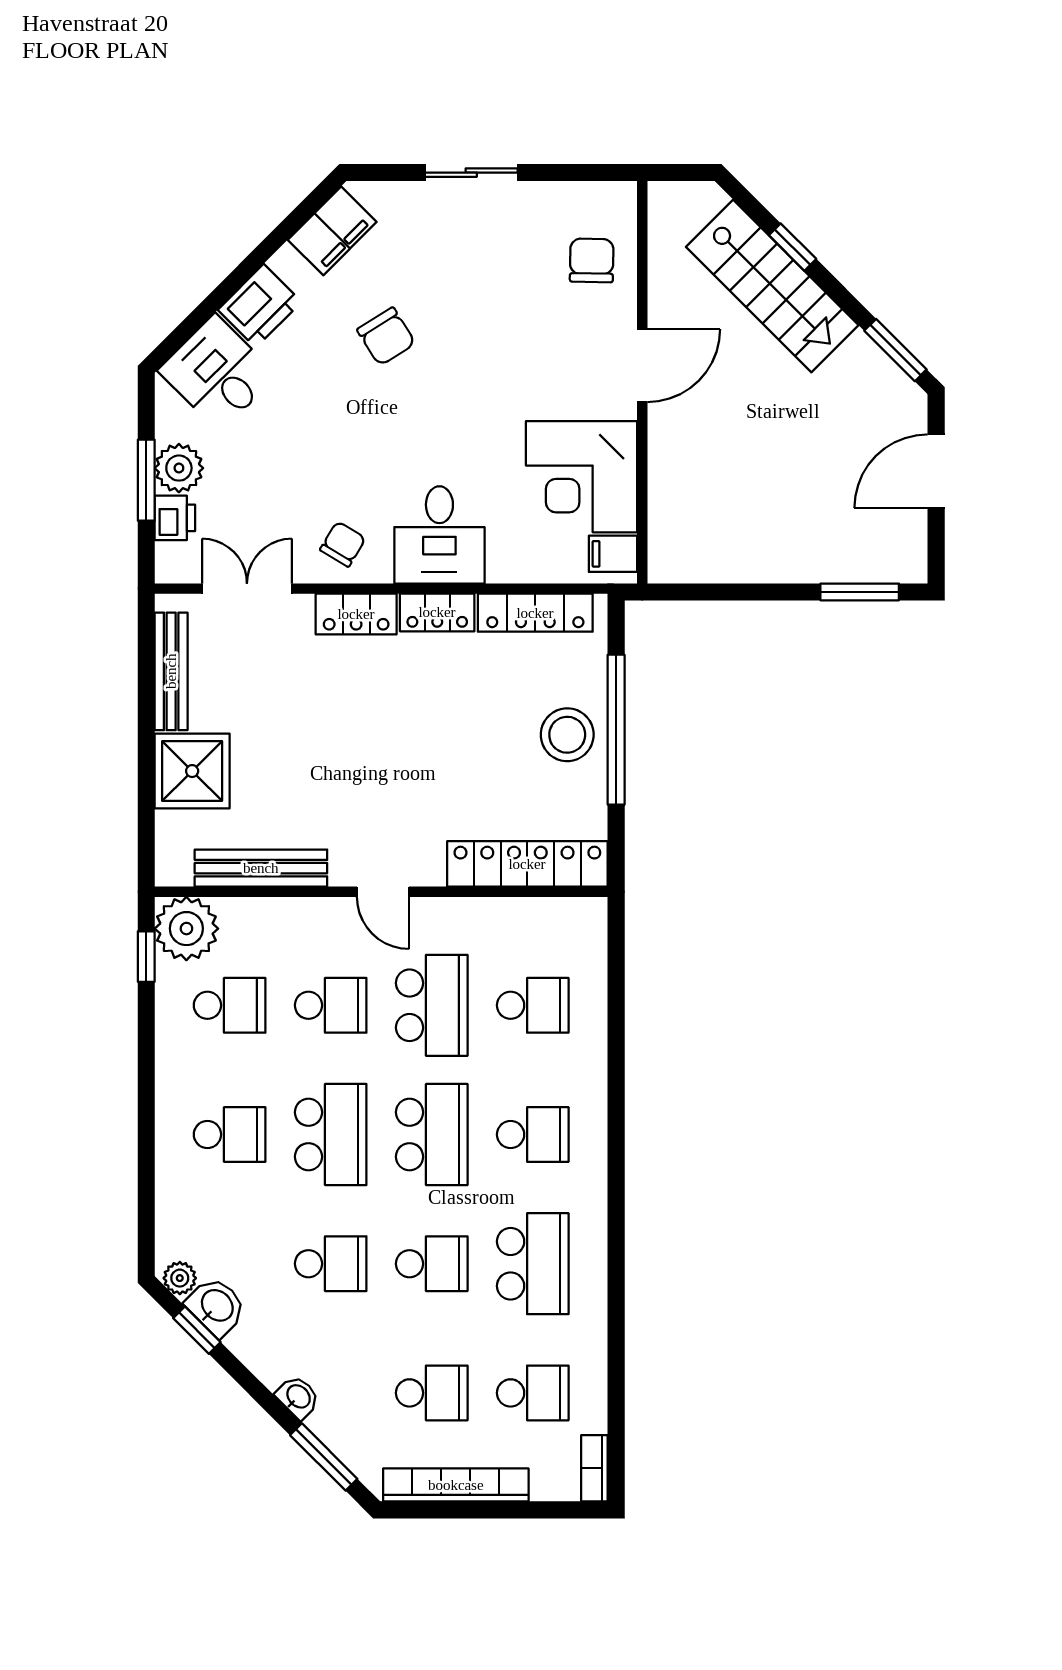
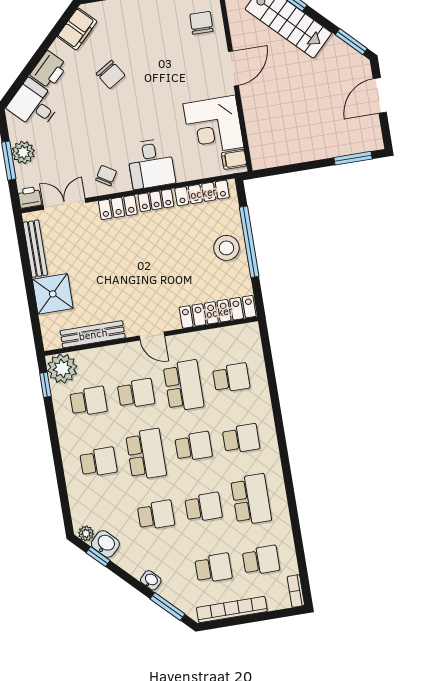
printer: (175, 518) -> (30, 197), moved, turned -90
school desk: (432, 1135) -> (194, 446), width x0.54

